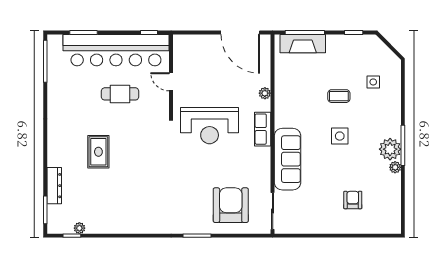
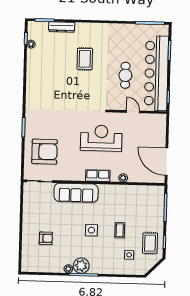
door: (240, 33) -> (167, 162), hinge flipped
fireplace: (303, 44) -> (158, 206), removed
rug: (356, 53) -> (150, 243), added
door: (171, 82) -> (133, 112), hinge flipped
reception desk: (210, 126) -> (101, 138), turned 90
rug: (98, 152) -> (85, 59), turned 90

